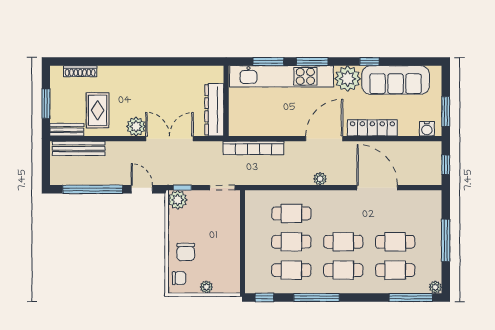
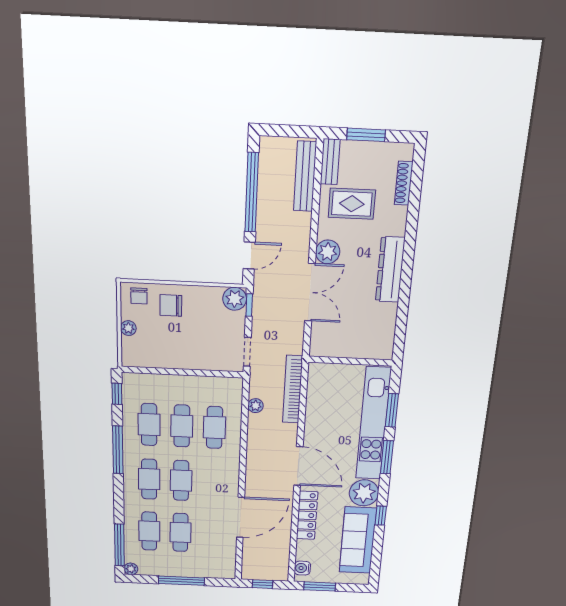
dresser: (214, 110) -> (390, 270), moved, turned -90
plant: (320, 179) -> (256, 406), moved

